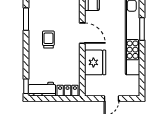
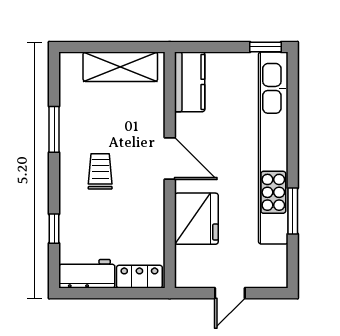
window: (142, 29) -> (293, 211), moved
window: (26, 86) -> (54, 229), moved

